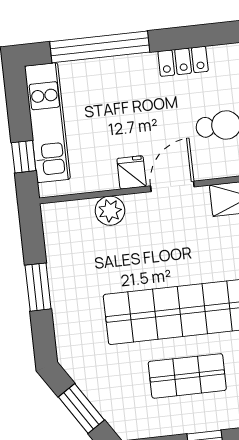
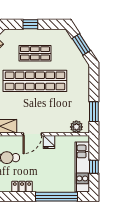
window: (24, 157) -> (94, 167), moved
plant: (110, 211) -> (76, 127), moved
window: (38, 287) -> (94, 112), moved

